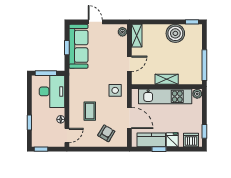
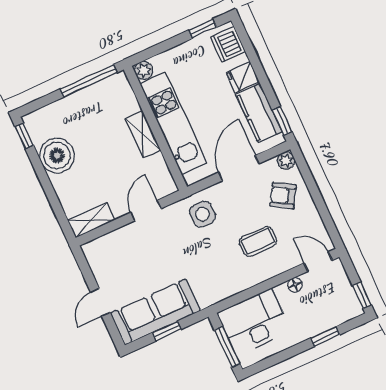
plant: (122, 32) -> (286, 161), moved
door: (129, 64) -> (146, 211), hinge flipped
window: (159, 149) -> (282, 121), moved

